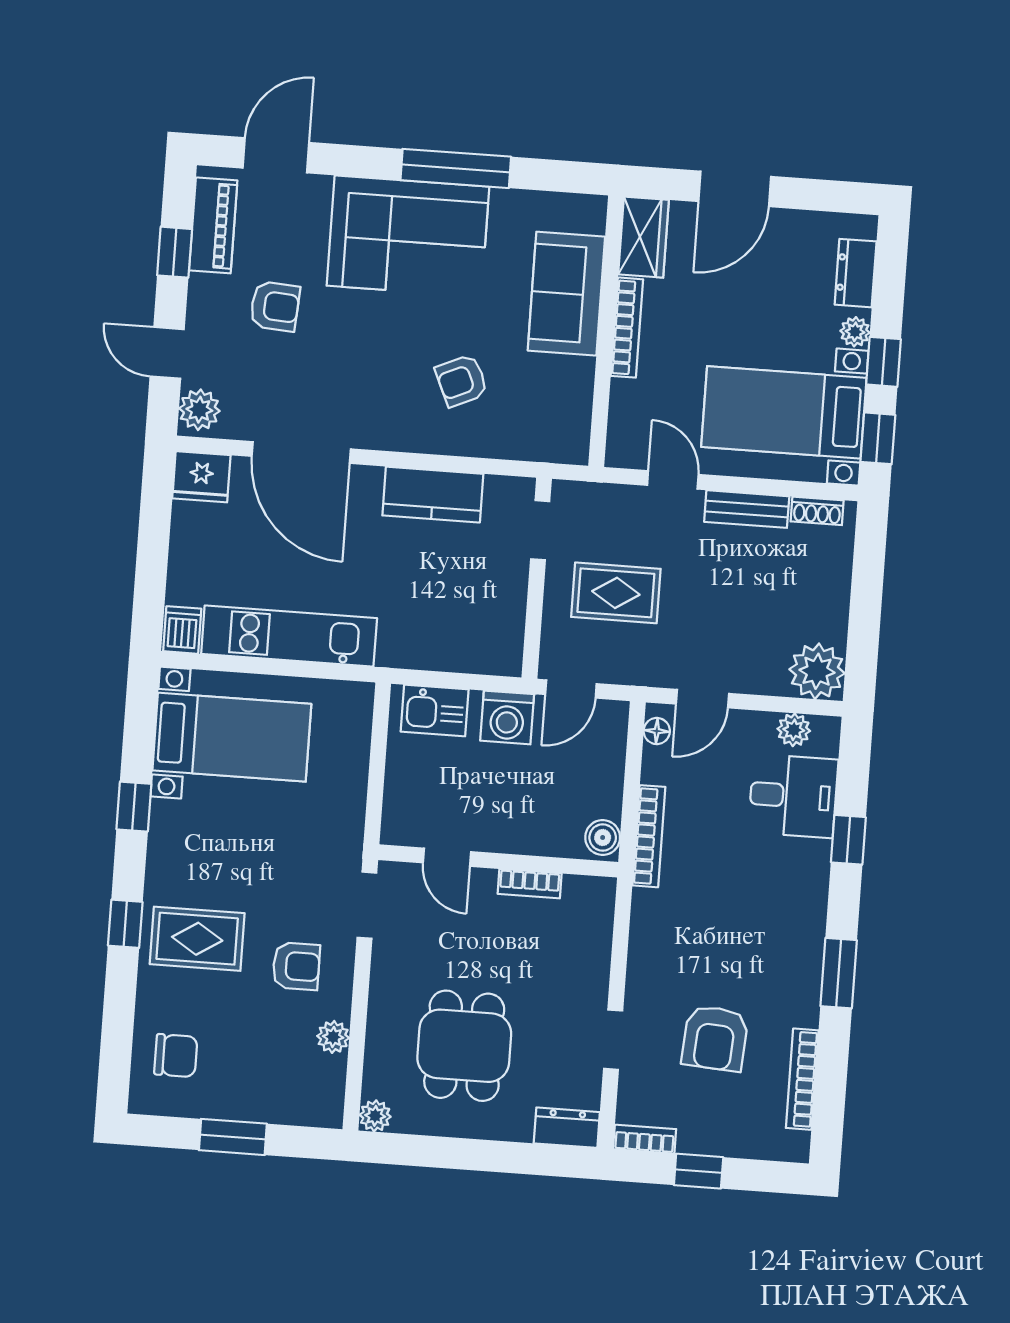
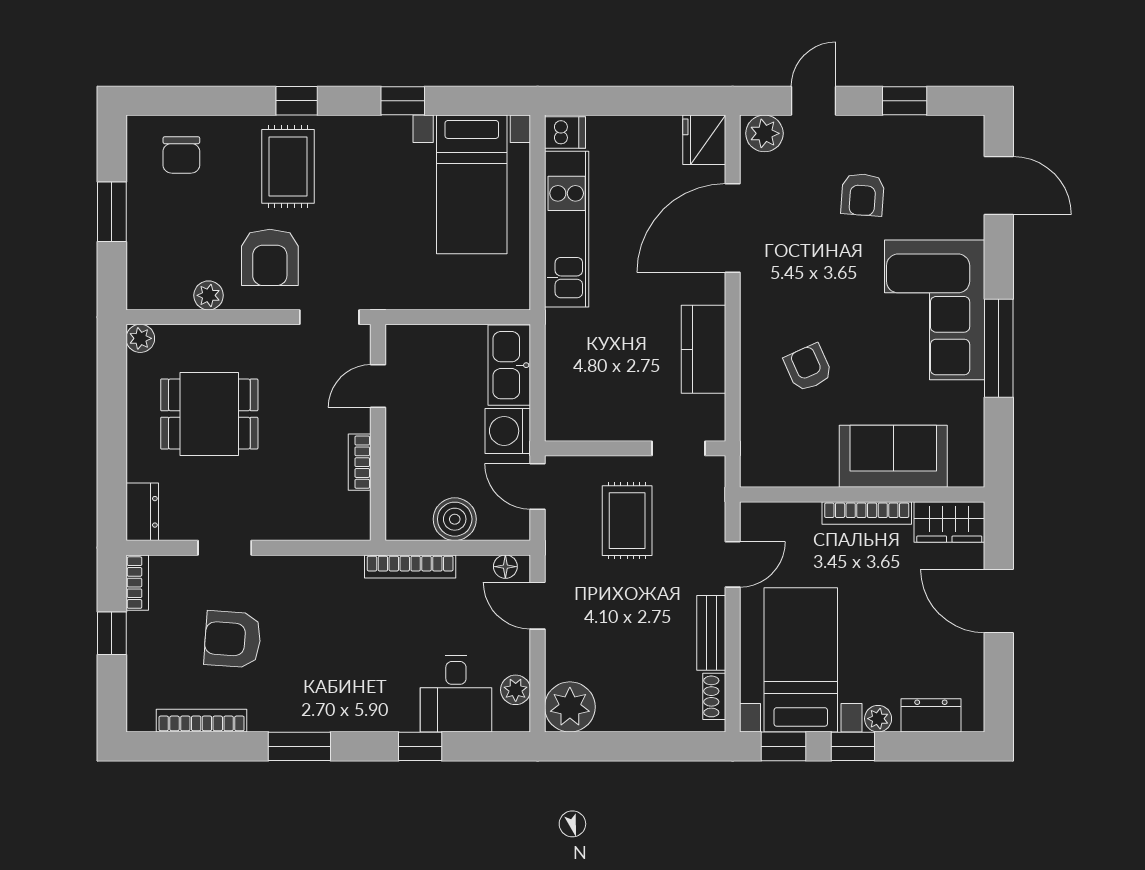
piano: (213, 225) -> (931, 134), removed
kitchen sink: (435, 710) -> (509, 365), width x1.38
boiler: (603, 837) -> (455, 519), moved, width x1.36, depth x1.36
armchair: (296, 966) -> (270, 257), width x1.38, depth x1.38

